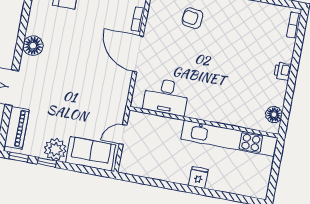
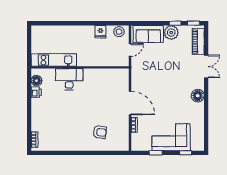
printer: (283, 71) -> (36, 92), moved
desk: (166, 97) -> (69, 79), moved
kitchen unit: (229, 138) -> (54, 60), width x0.73
stool: (135, 165) -> (119, 32), added
fridge: (198, 177) -> (100, 32), moved

